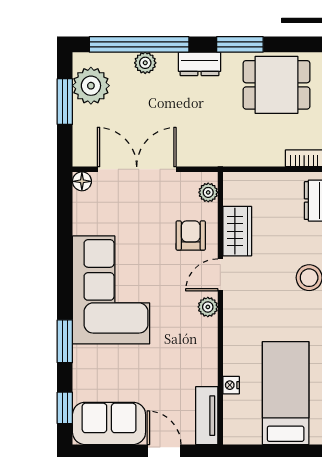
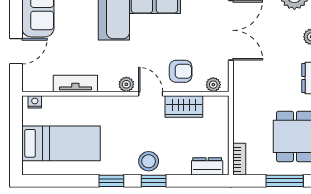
nightstand: (231, 385) -> (35, 102), moved
tv unit: (207, 416) -> (75, 83), moved

